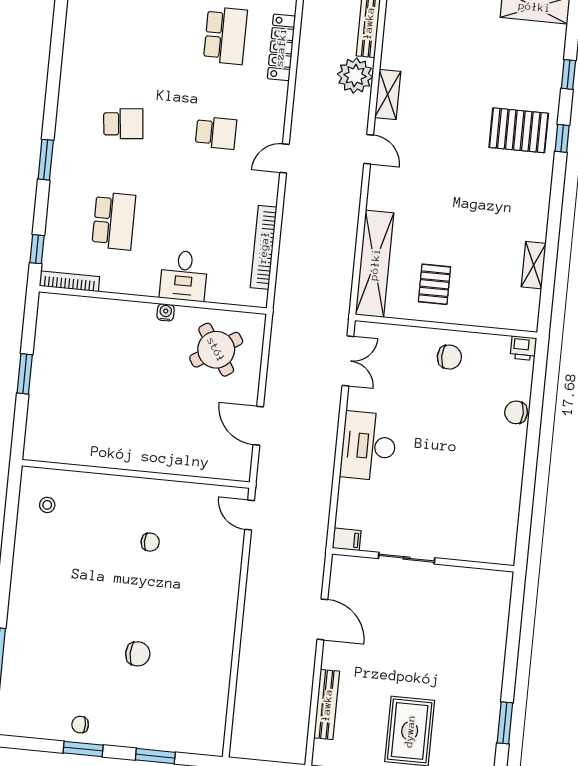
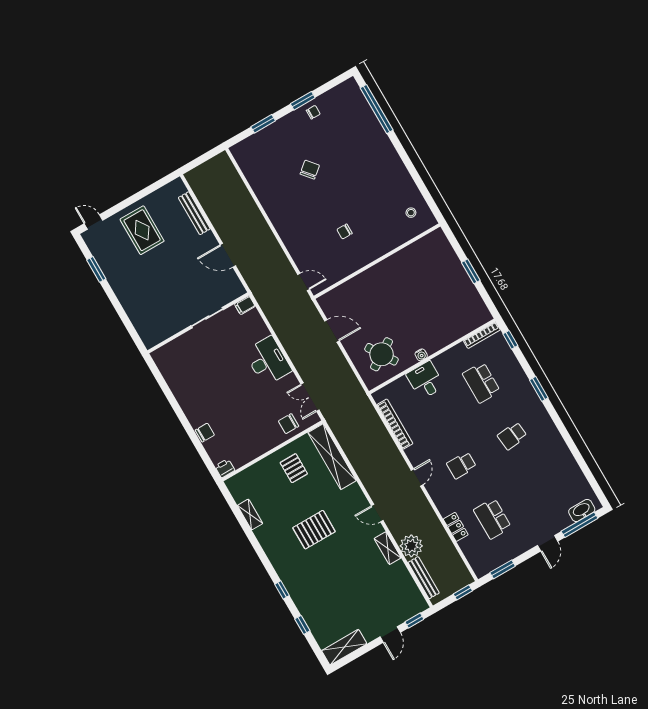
locker: (281, 47) -> (456, 527), width x0.66
pallet: (519, 130) -> (314, 530), moved
chair: (449, 357) -> (289, 424), moved
chair: (138, 654) -> (310, 170), turned 140

